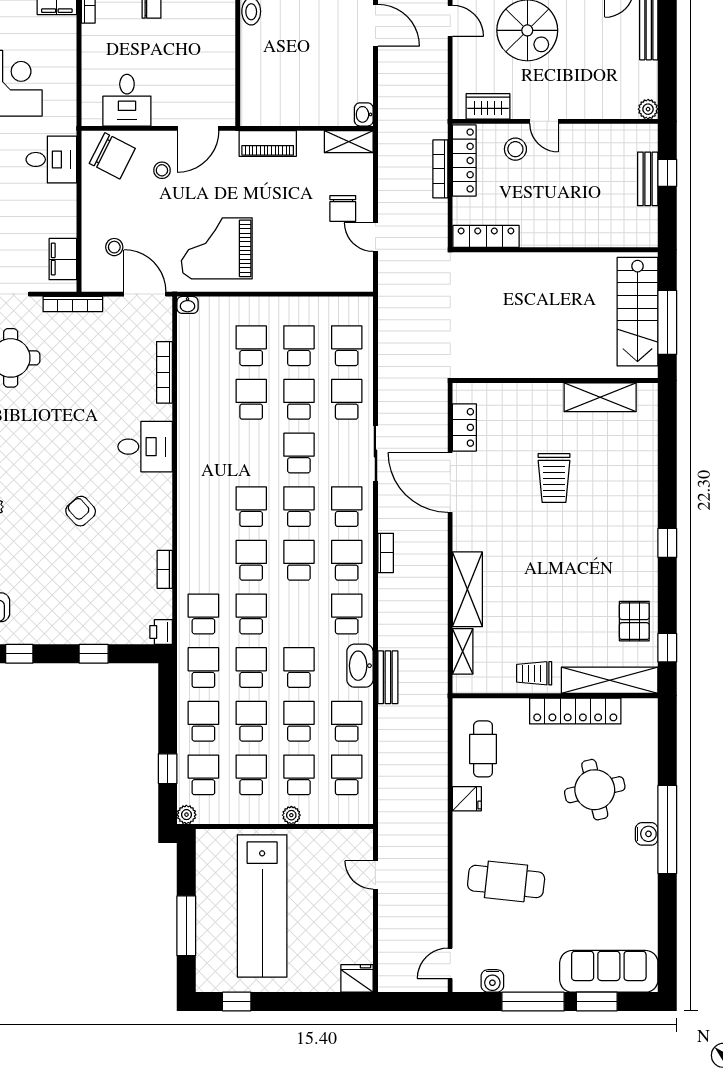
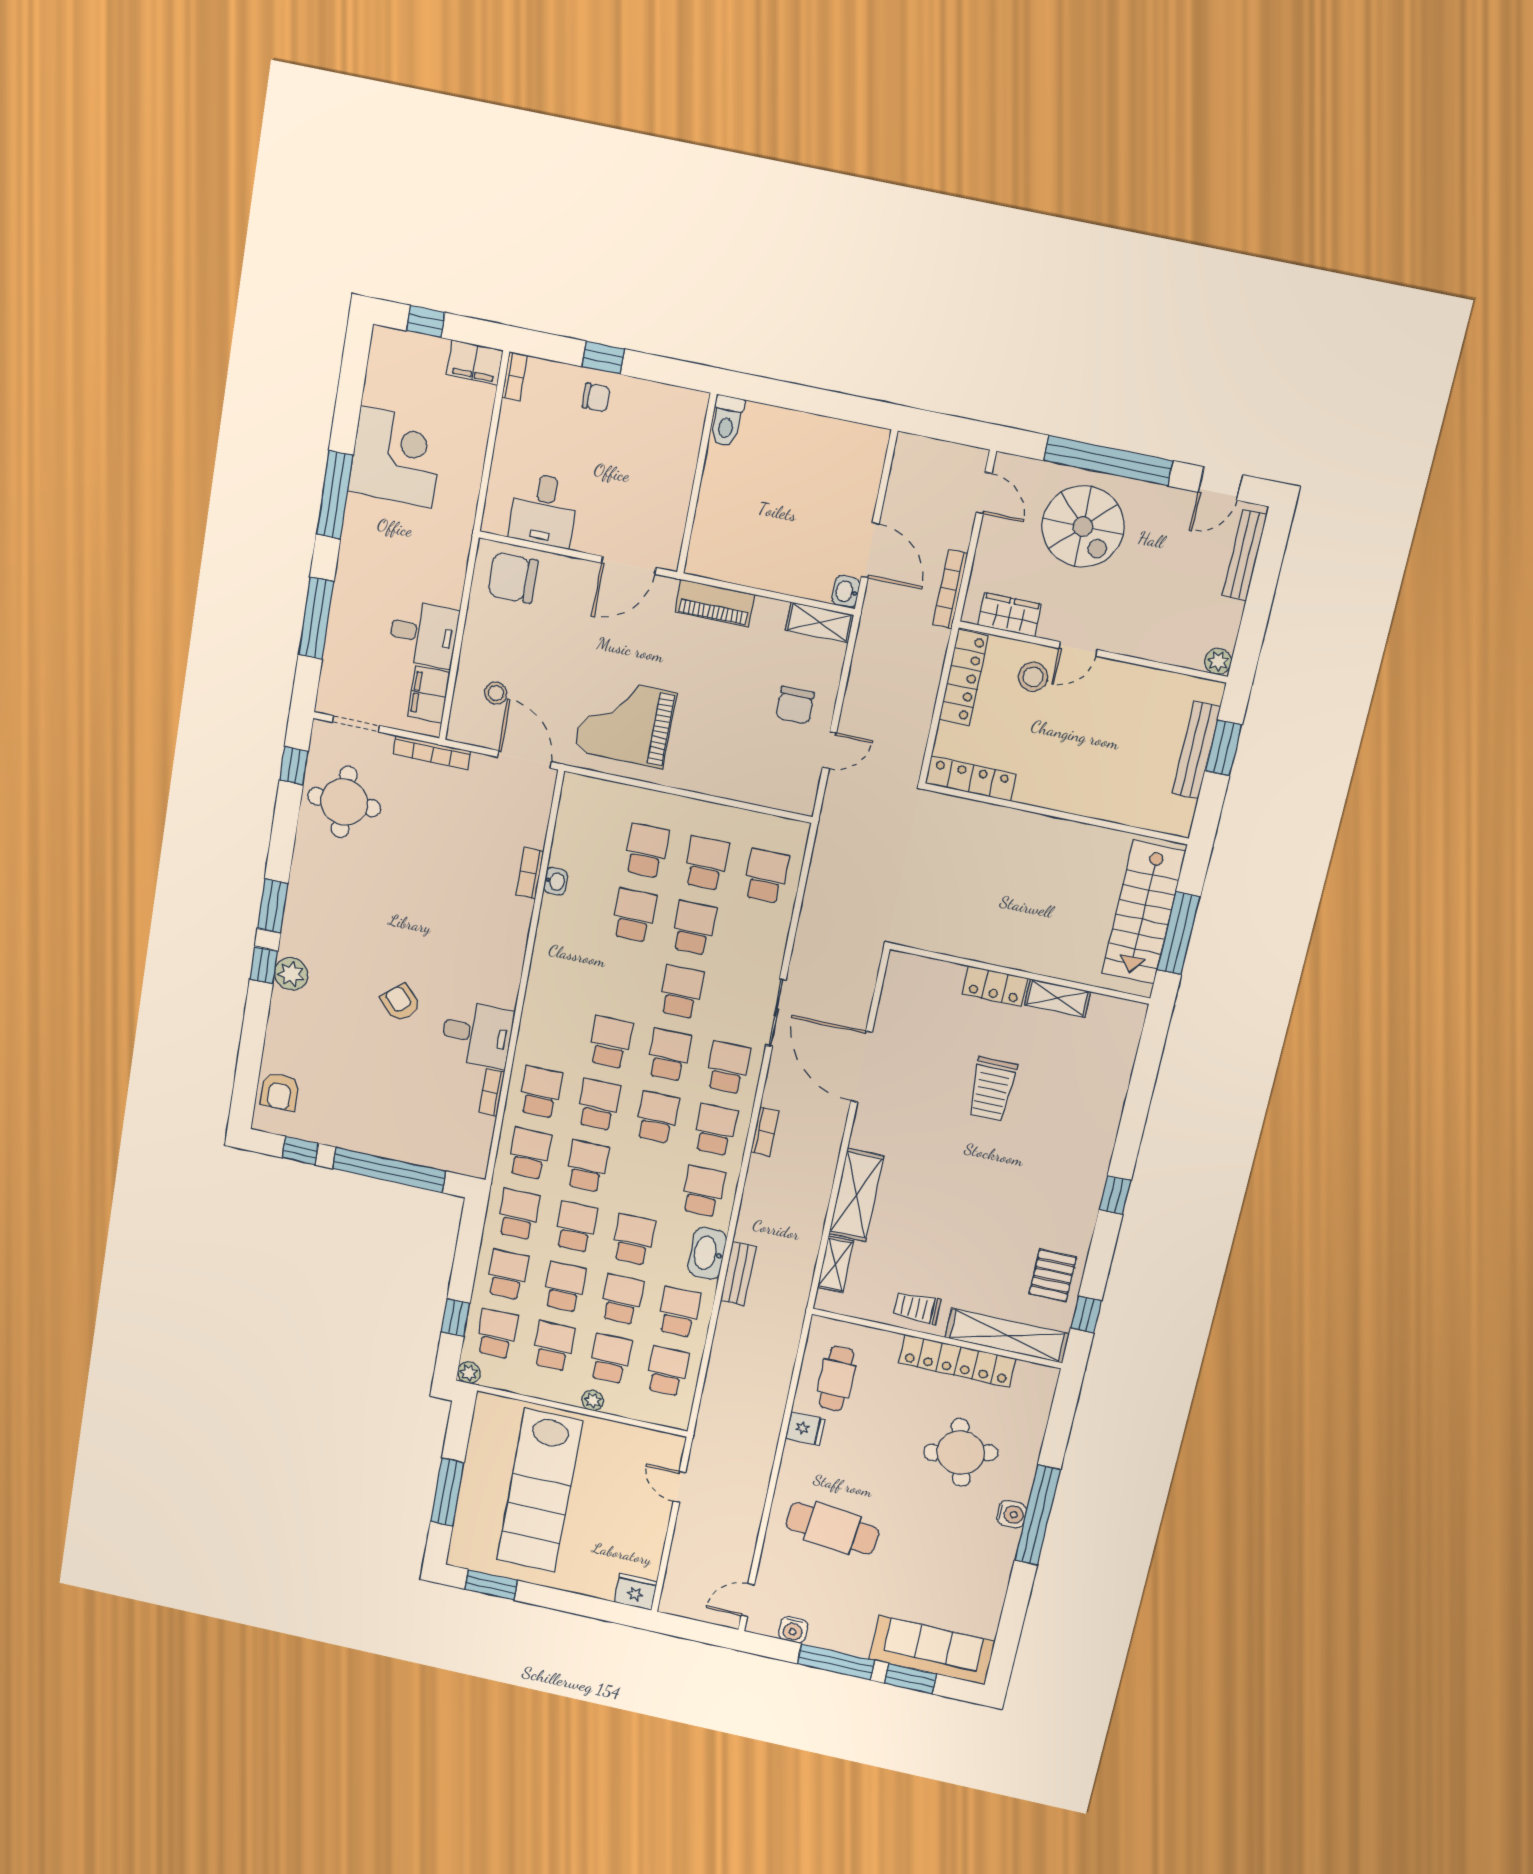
door: (375, 25) -> (870, 550), moved
door: (544, 121) -> (1078, 649), hinge flipped
chair: (112, 156) -> (513, 578), turned 153
desk: (51, 159) -> (423, 634), moved
bookcase: (440, 169) -> (950, 589), moved
stool: (162, 170) -> (573, 609), removed
window: (667, 173) -> (1224, 748), width x1.50
bench: (648, 179) -> (1196, 750), width x1.36
door: (375, 237) -> (829, 750), swing flipped
washbasin: (188, 305) -> (556, 881), moved, turned -90
bookcase: (164, 372) -> (530, 873), width x0.64
shelving: (600, 397) -> (1058, 998), width x0.67, depth x0.75
school desk: (347, 399) -> (540, 1092), moved
locker: (464, 427) -> (995, 986), moved, turned 90
desk: (145, 447) -> (477, 1034), moved
printer: (161, 632) -> (475, 1163), removed
window: (94, 654) -> (389, 1170), width x3.17
window: (237, 1002) -> (491, 1585), width x1.50

